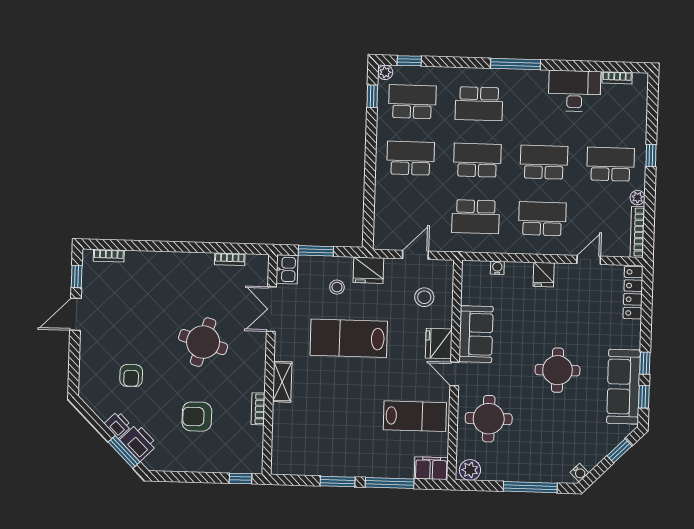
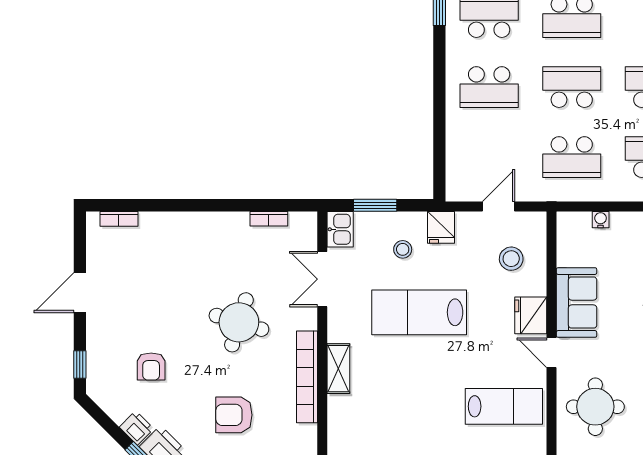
school desk: (411, 158) -> (489, 87), turned 180
fridge: (368, 270) -> (441, 227), width x0.72
window: (77, 276) -> (80, 365), moved
bookcase: (258, 409) -> (307, 377), width x2.31, depth x1.31

